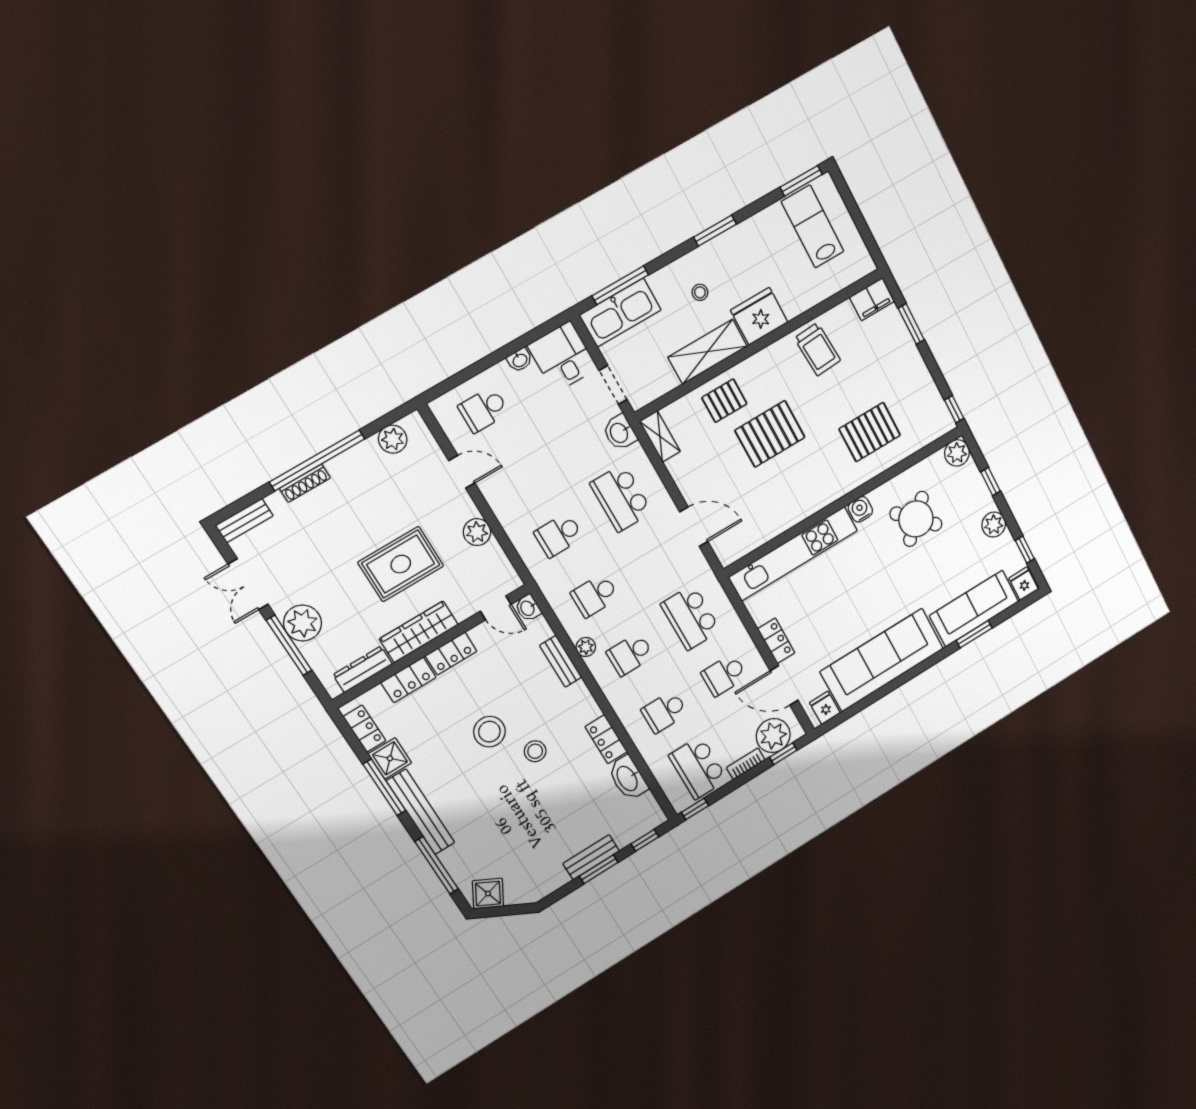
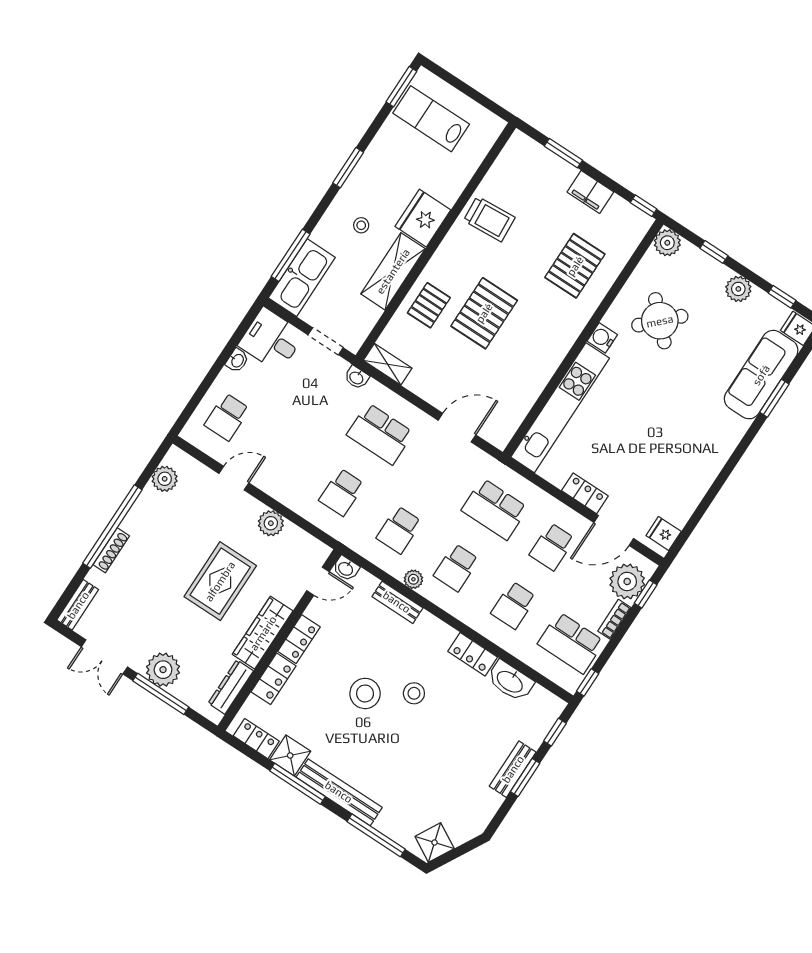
filing cabinet: (872, 299) -> (590, 192), moved, turned 90
washbasin: (620, 433) -> (357, 378), width x0.72, depth x0.69
sofa: (882, 660) -> (696, 464), removed

